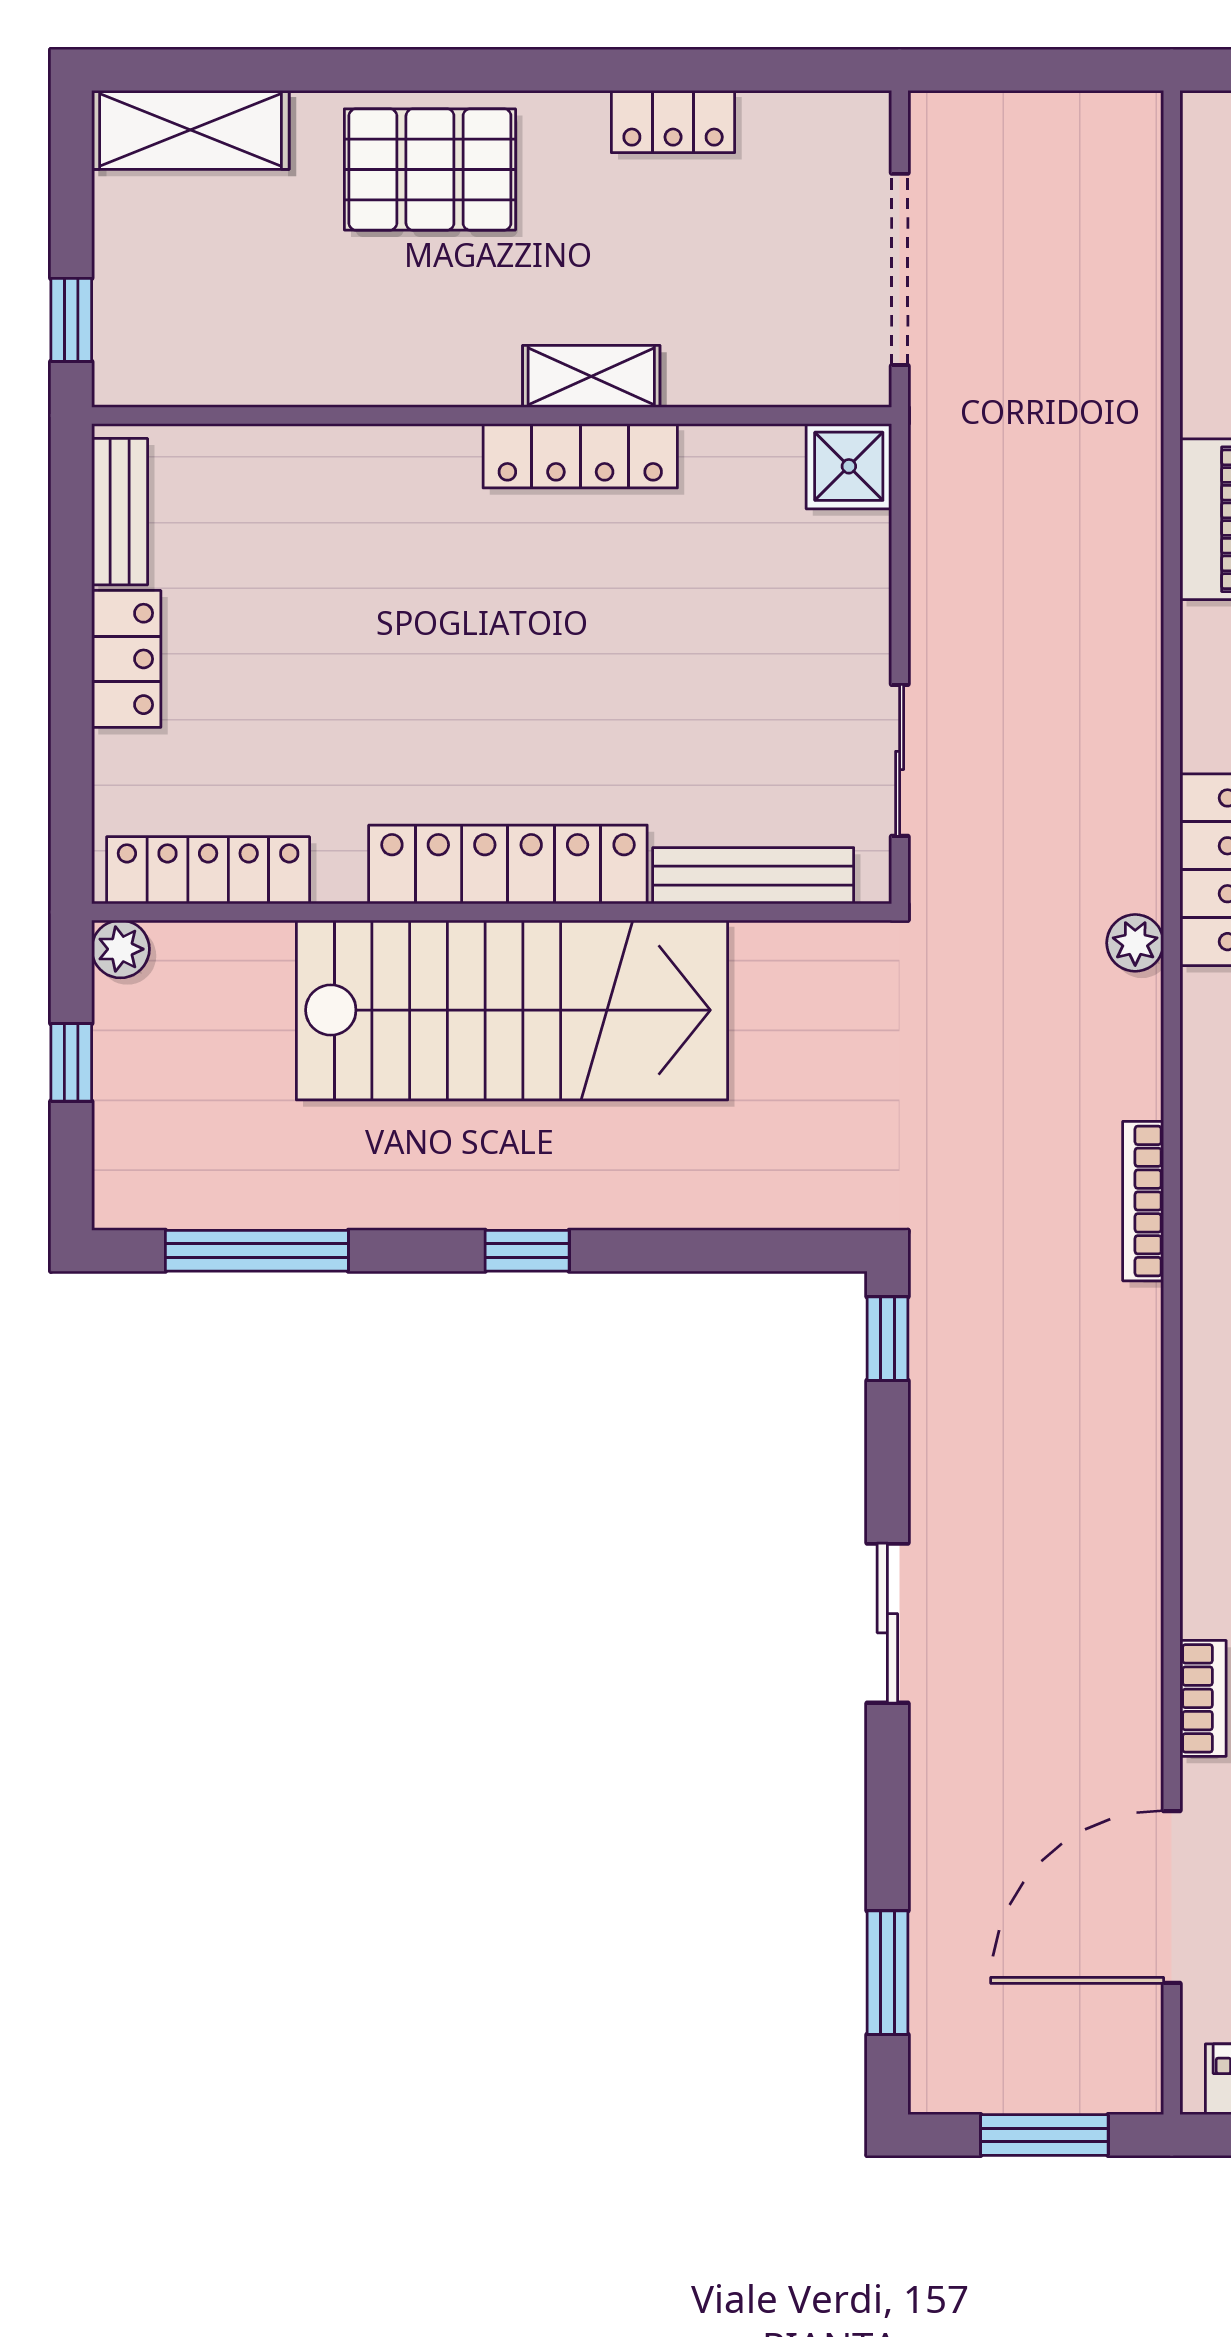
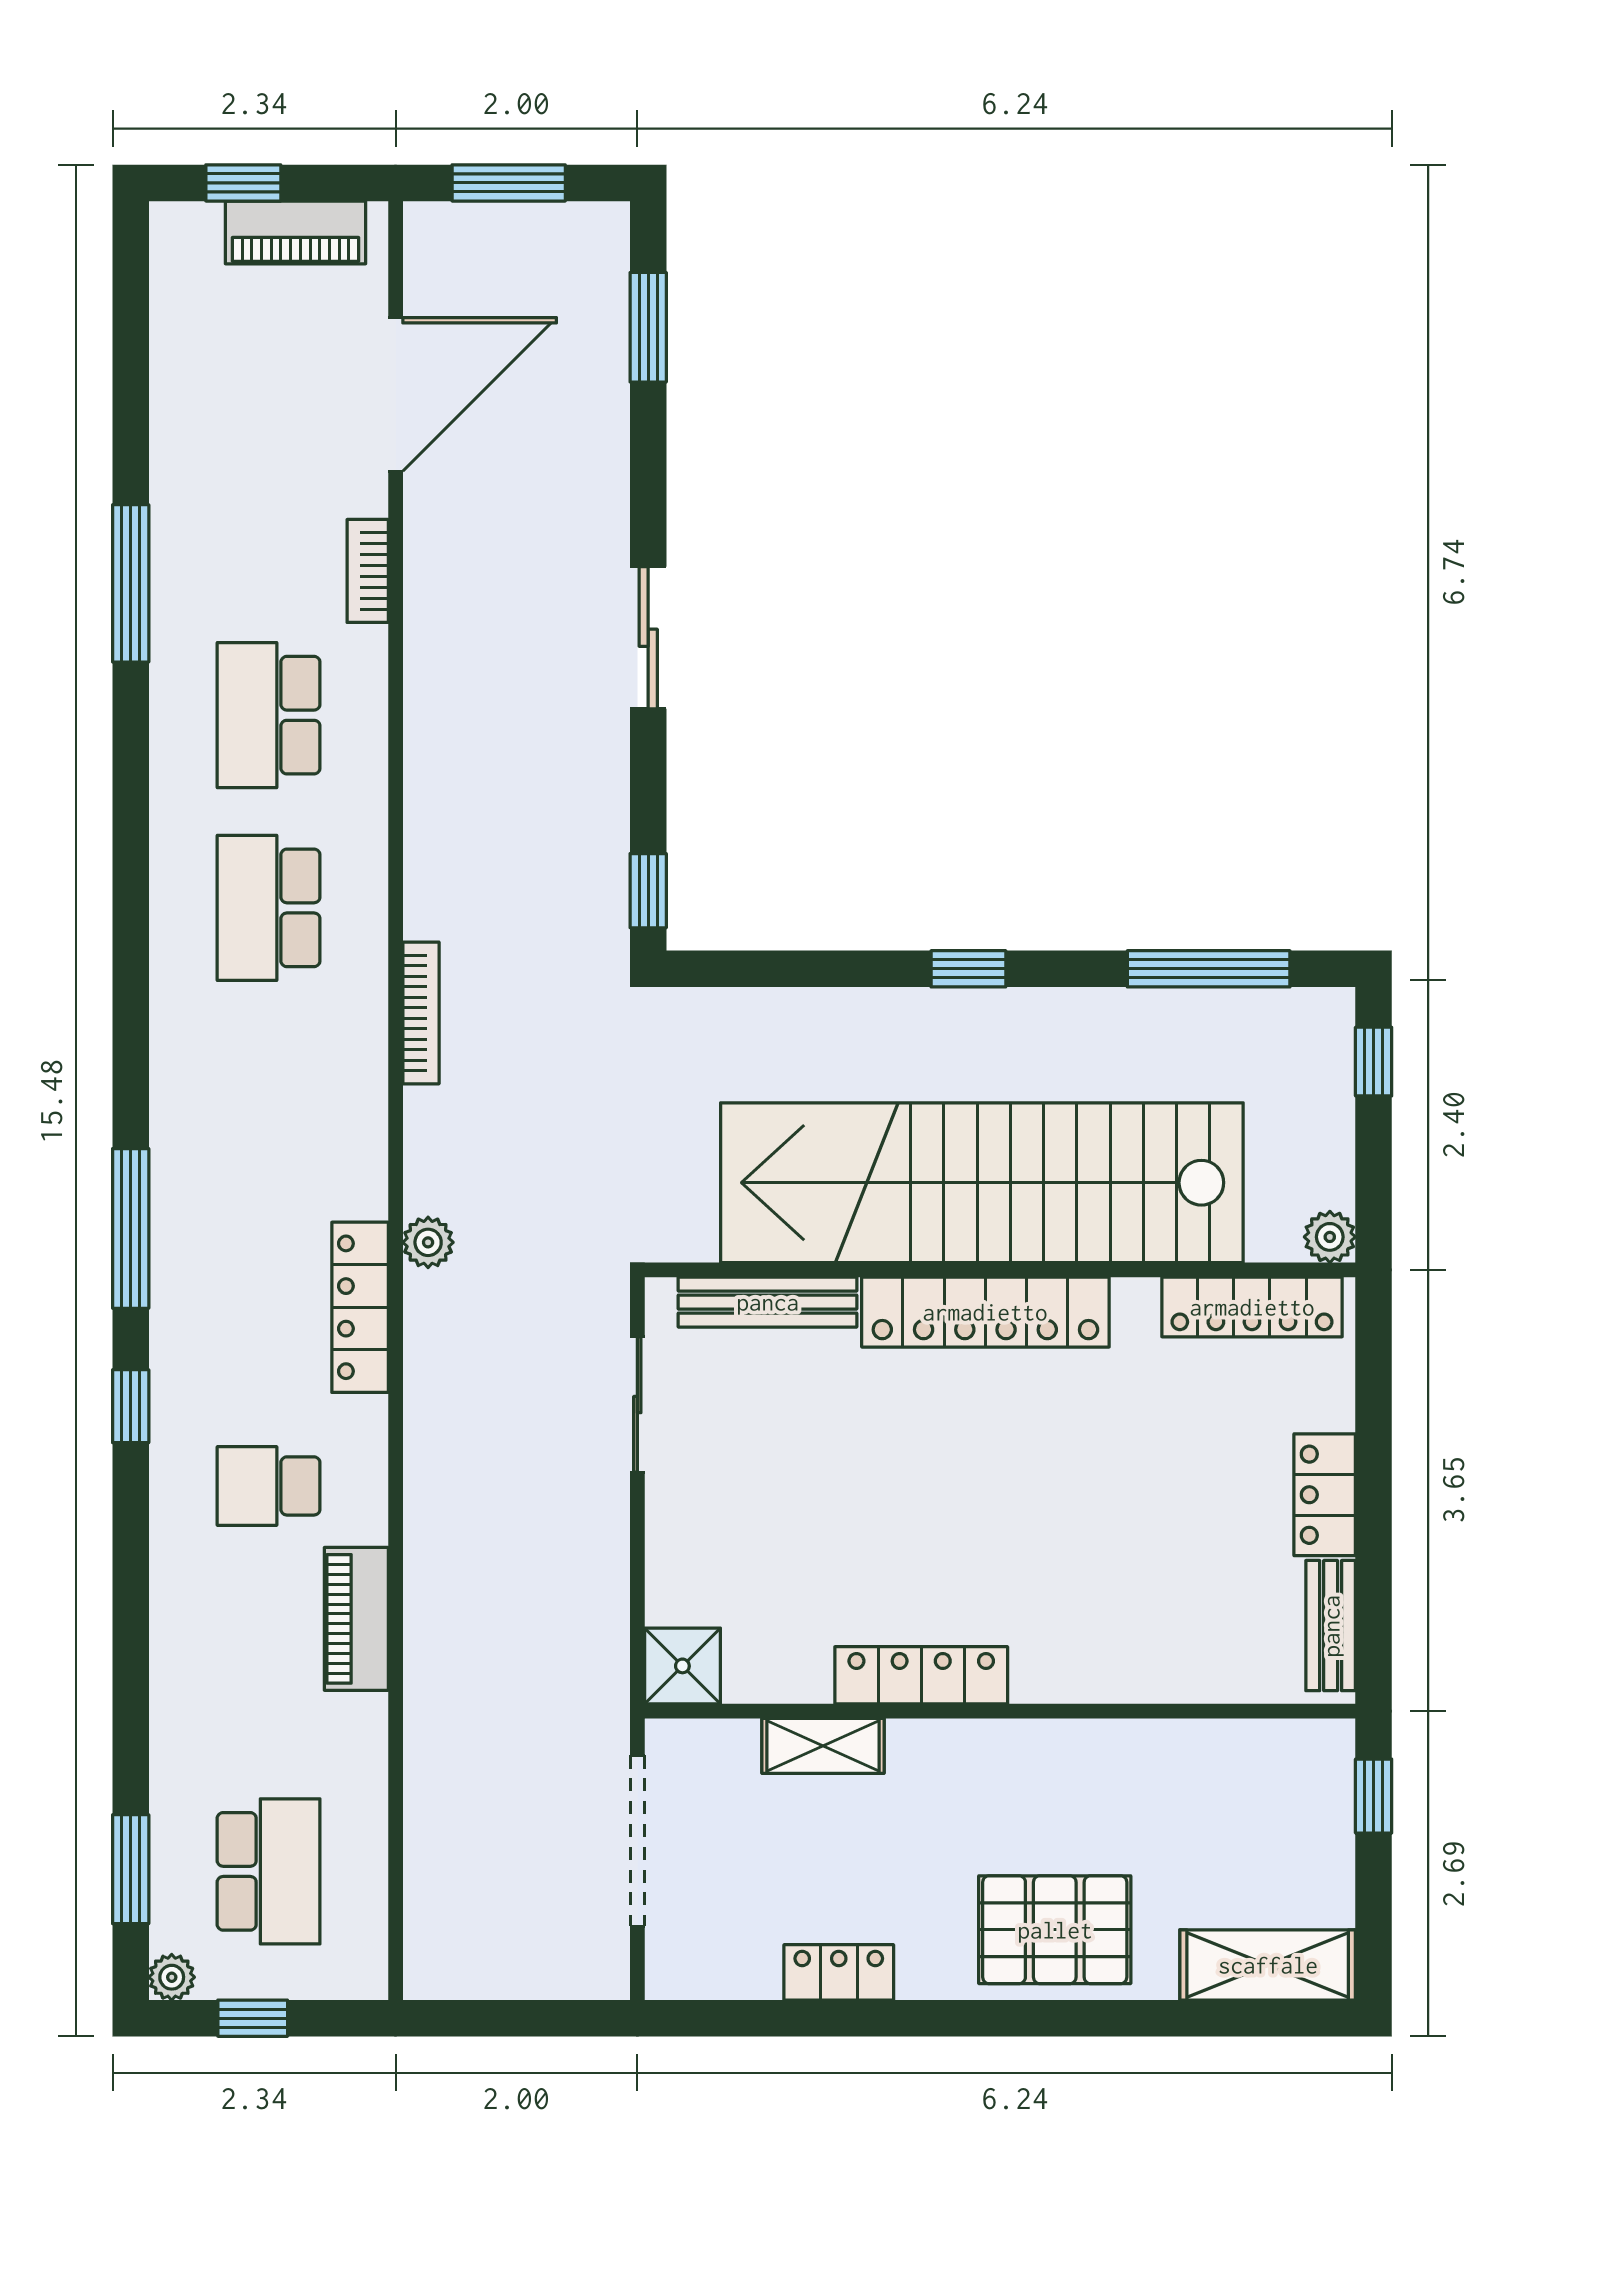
shelving: (591, 376) -> (823, 1746), moved
stairs: (512, 1010) -> (982, 1183), width x1.36
window: (71, 1062) -> (1374, 1062), moved

